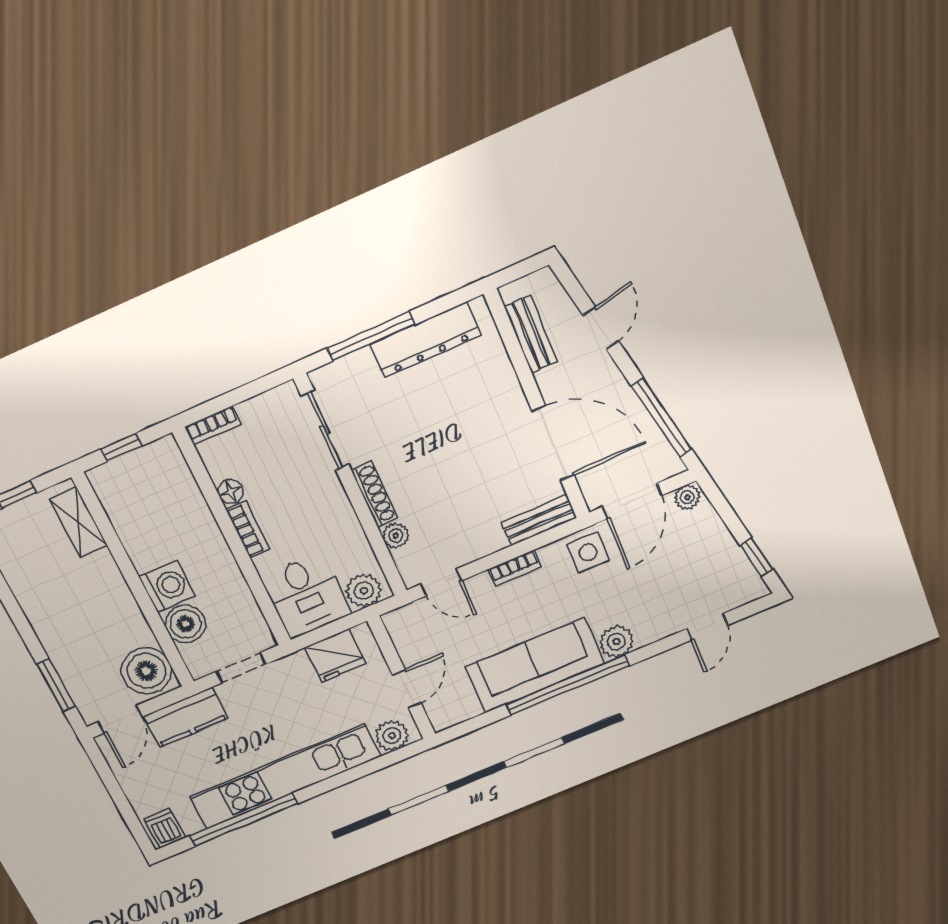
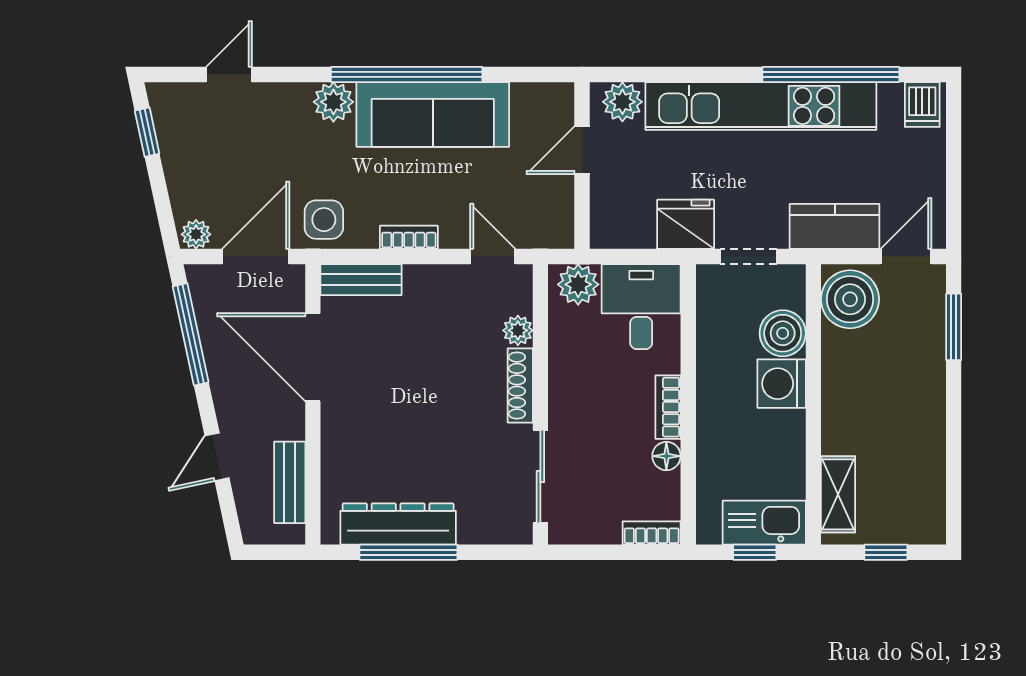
window: (371, 336) -> (408, 552), moved
kitchen sink: (126, 474) -> (764, 523), added
fridge: (335, 656) -> (686, 224), moved

